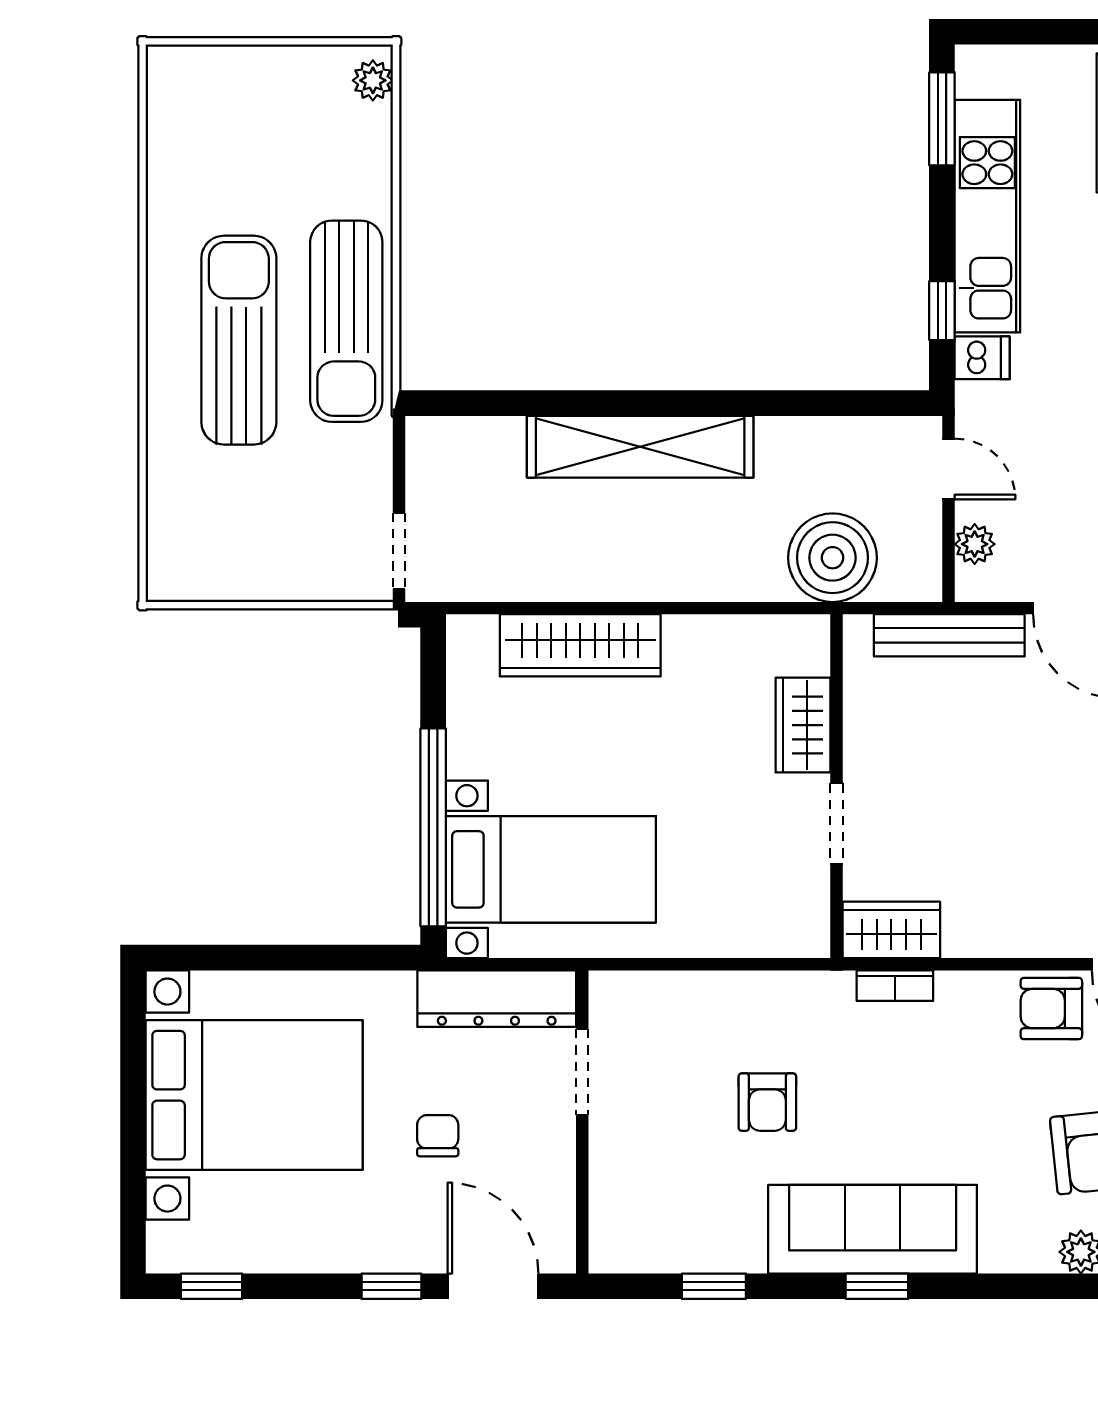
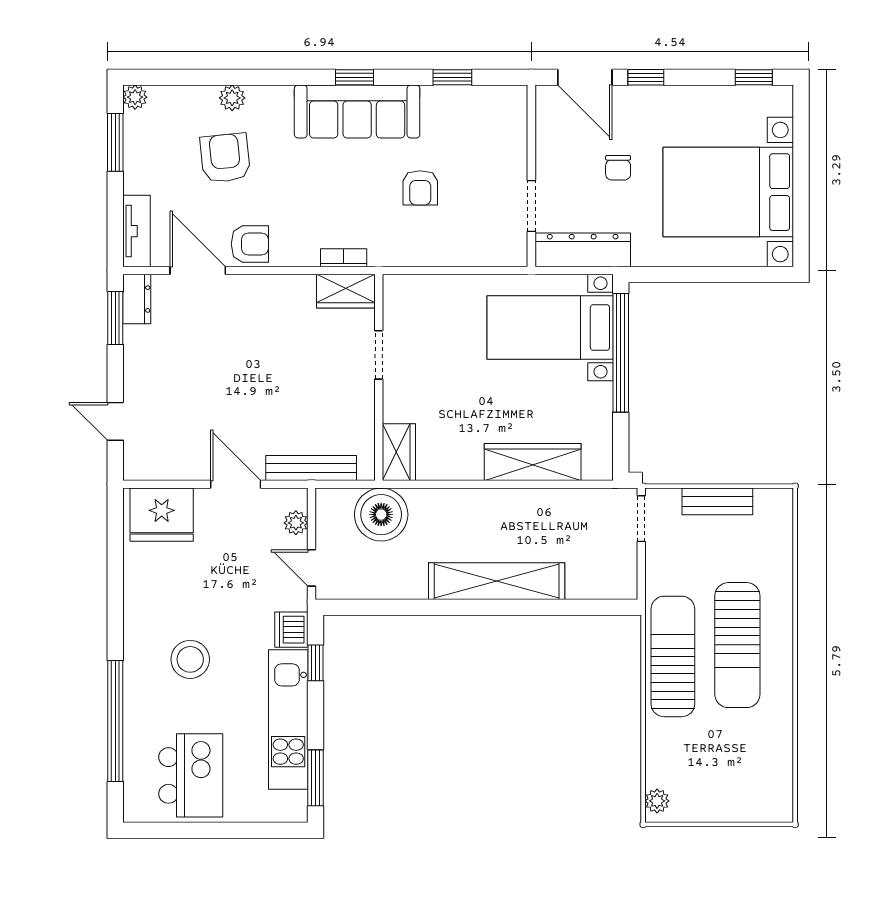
dishwasher: (982, 358) -> (291, 630), width x1.38
bench: (272, 580) -> (717, 501), added
wardrobe: (803, 725) -> (399, 452), moved
armchair: (767, 1102) -> (420, 188), turned 180

